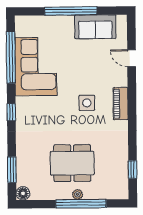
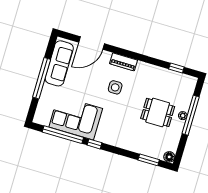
sofa: (95, 27) -> (59, 63), width x1.36
door: (132, 58) -> (92, 43), width x1.88
window: (11, 112) -> (94, 144), moved
dining table: (72, 163) -> (158, 112), width x0.73

